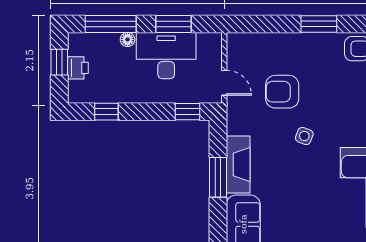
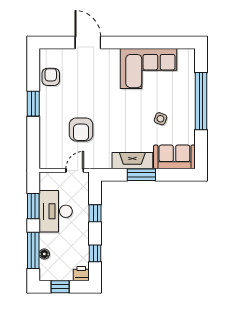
floor lamp: (128, 39) -> (44, 254), moved
printer: (78, 68) -> (81, 274), moved
window: (187, 112) -> (95, 213), moved
side table: (304, 136) -> (160, 119), moved

